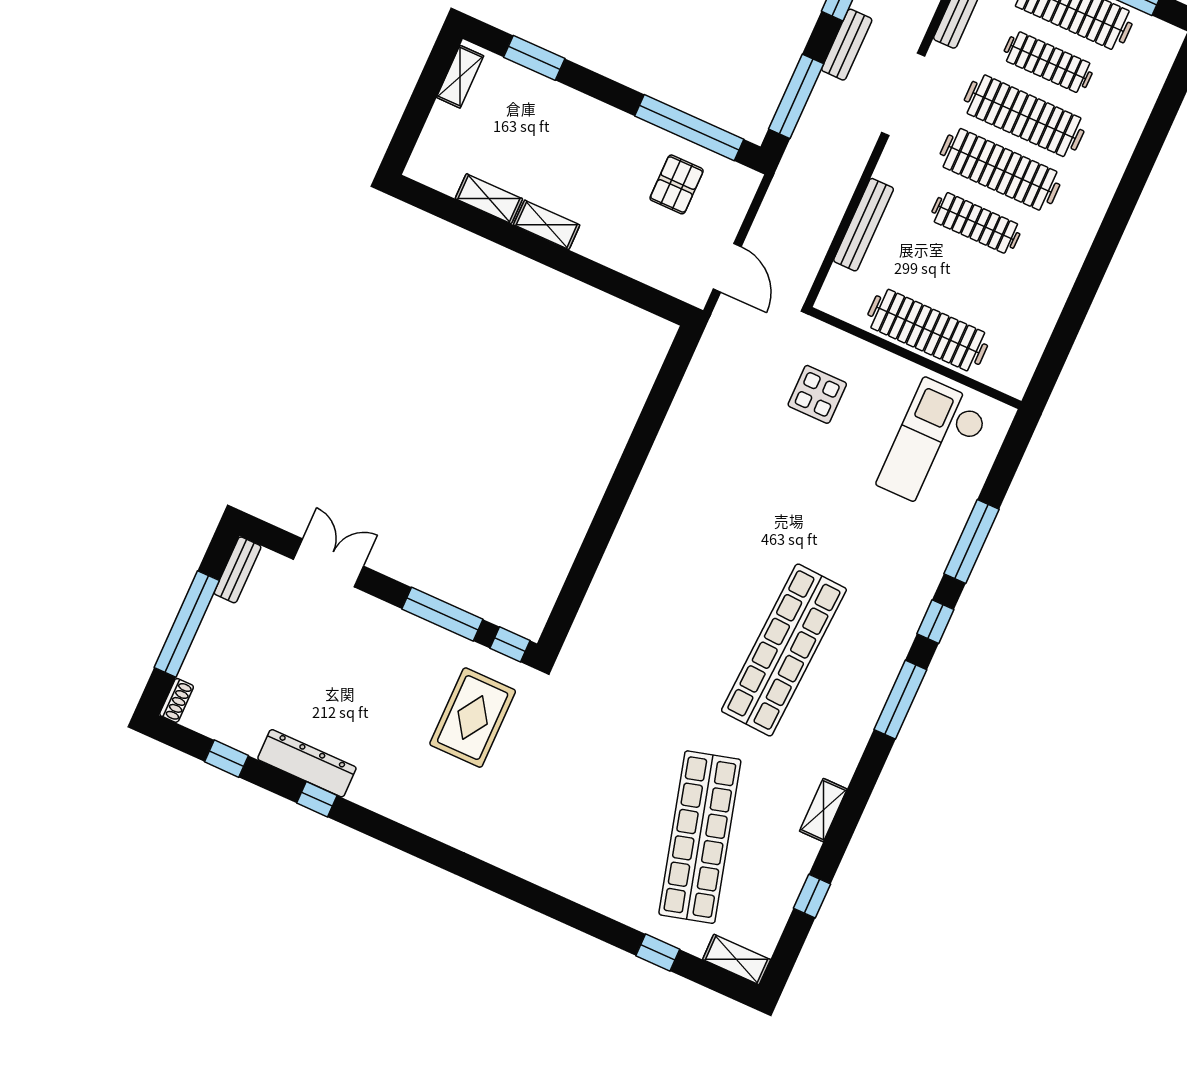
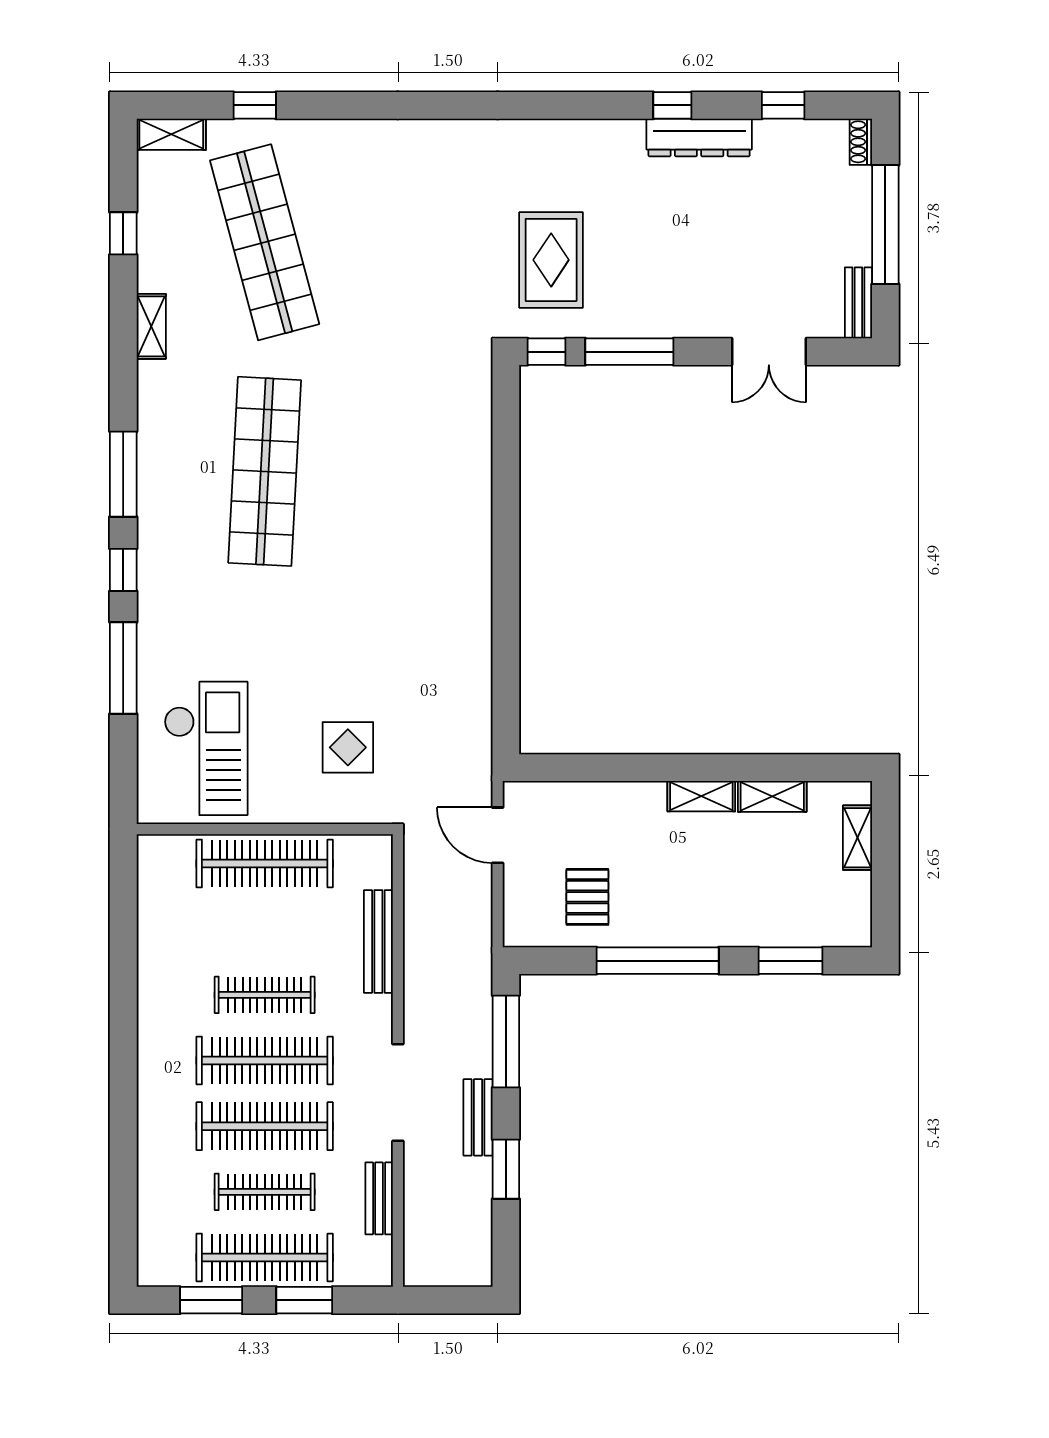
shelving: (460, 77) -> (857, 838), moved
window: (689, 128) -> (658, 961), moved

